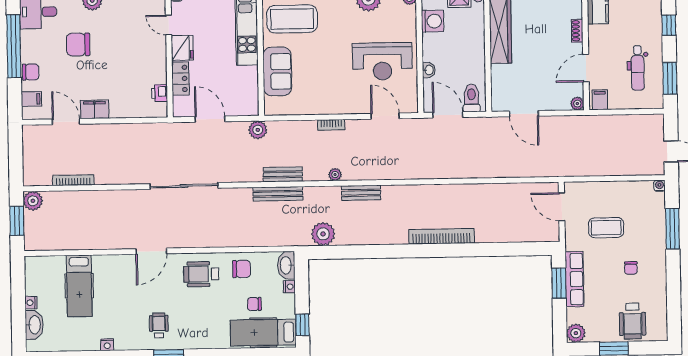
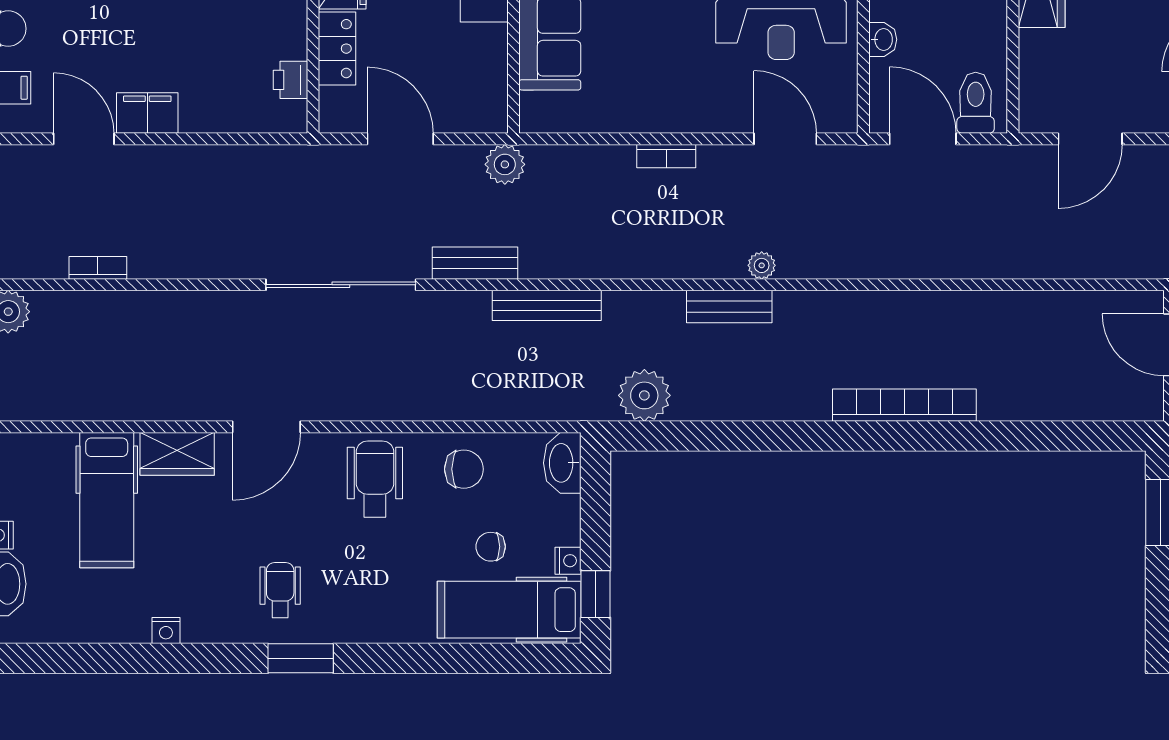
door: (524, 114) -> (1090, 139), hinge flipped
bench: (283, 174) -> (475, 263), moved
plant: (335, 175) -> (762, 265), moved
bookcase: (73, 180) -> (98, 268), width x0.64
wardrobe: (111, 264) -> (177, 454), added
wheelchair: (201, 274) -> (375, 479), turned 90
nightstand: (289, 287) -> (568, 561), moved

